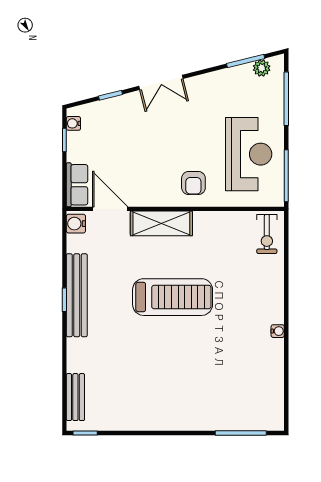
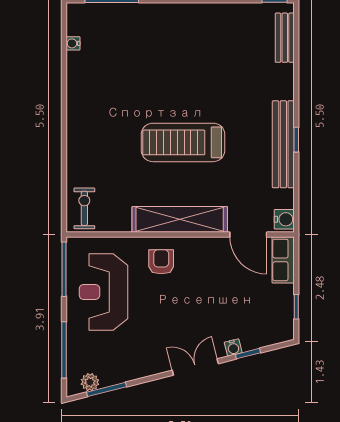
water cooler: (73, 123) -> (233, 347), moved, turned 76
shelving: (161, 223) -> (180, 219), width x1.47
water cooler: (278, 331) -> (73, 43), moved

